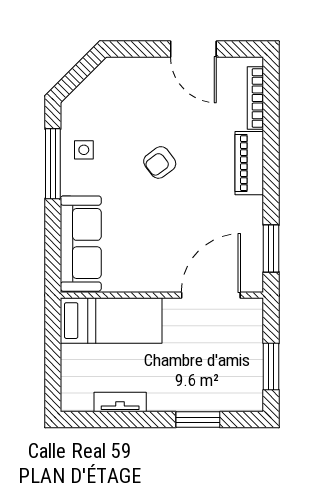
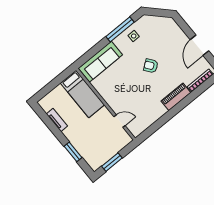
window: (271, 249) -> (153, 129), removed
door: (211, 295) -> (119, 121), width x0.53

